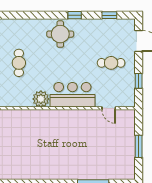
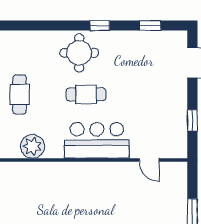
cafe table: (111, 63) -> (86, 94), moved
plant: (41, 99) -> (32, 146), moved

